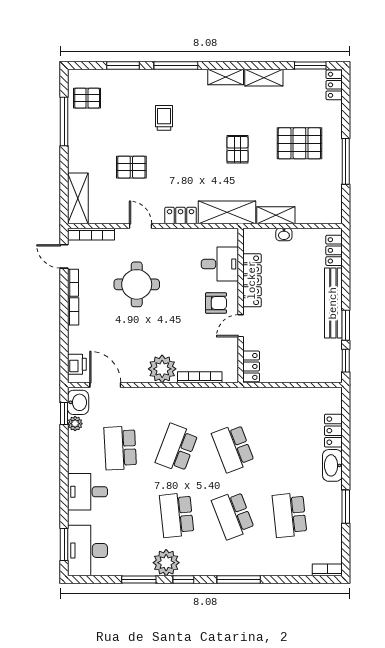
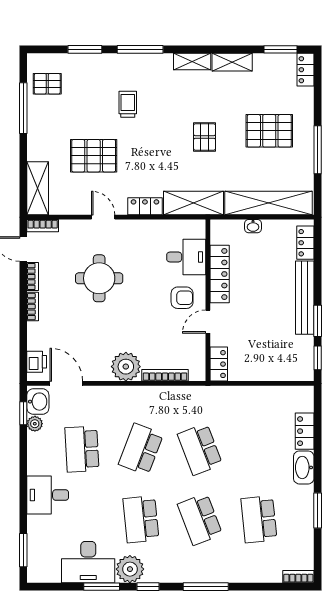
pallet: (131, 167) -> (94, 156), width x1.50, depth x1.42
shelving: (276, 215) -> (269, 203), width x2.20, depth x1.33
bookcase: (91, 234) -> (43, 226), width x0.64
desk: (88, 551) -> (88, 562), moved, turned -90

